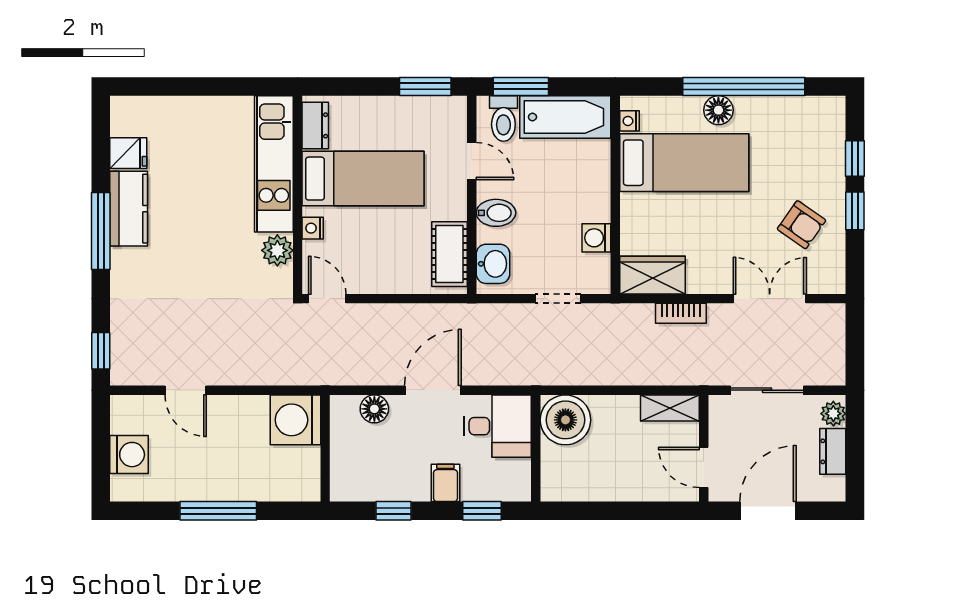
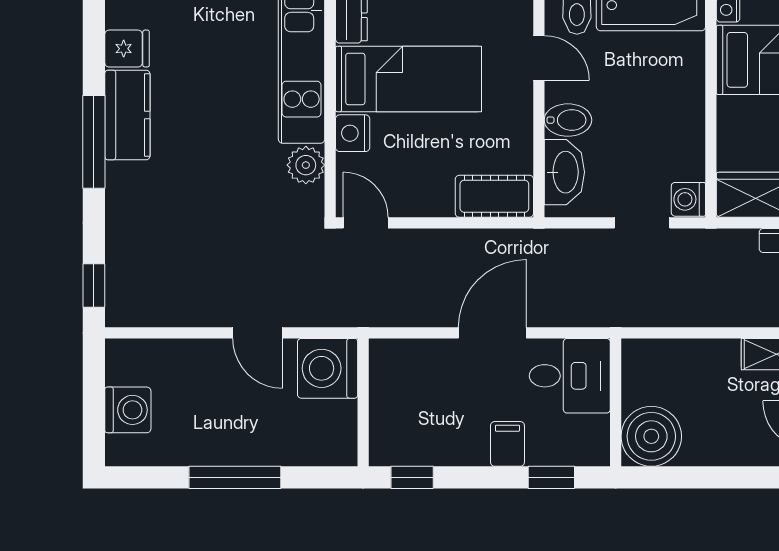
nightstand: (313, 228) -> (353, 133), width x1.39, depth x1.35
washing machine: (596, 238) -> (688, 199), moved
cot: (449, 254) -> (494, 196), moved, turned 90
washbasin: (493, 264) -> (564, 172), width x1.38
door: (186, 390) -> (258, 333), moved
floor lamp: (374, 409) -> (422, 355), removed
boiler: (565, 420) -> (651, 436), moved
window: (393, 511) -> (412, 477), moved

